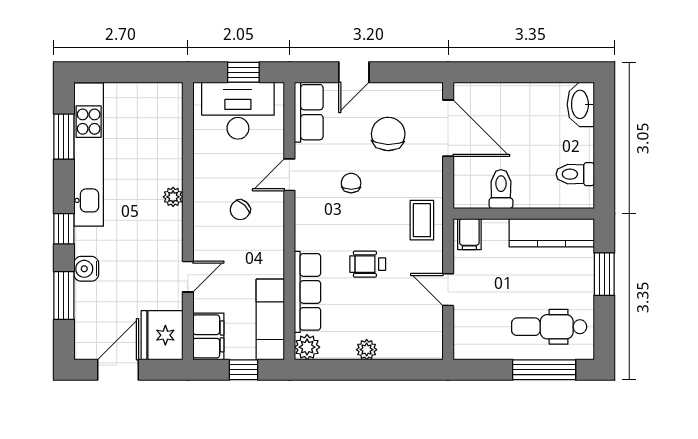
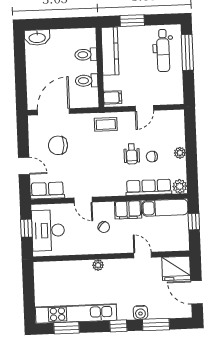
toilet: (575, 174) -> (86, 55), moved, turned 90
chair: (351, 183) -> (152, 157), moved
filing cabinet: (208, 336) -> (128, 210), moved, turned 180

